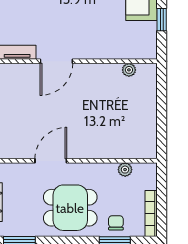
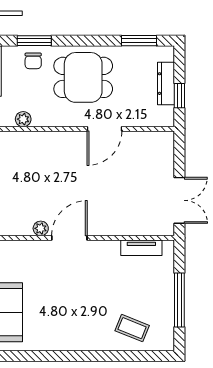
door: (56, 61) -> (69, 238), moved
plant: (129, 70) -> (41, 228), moved

